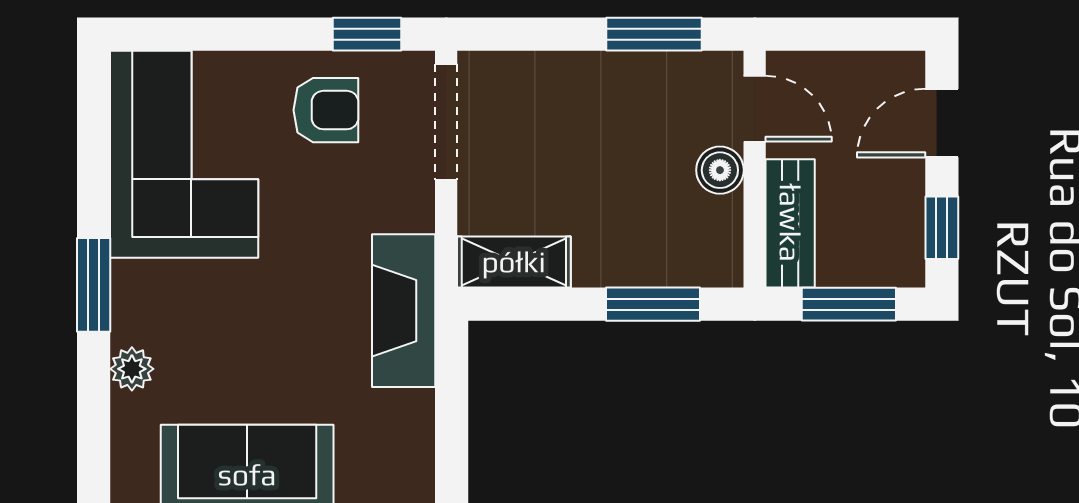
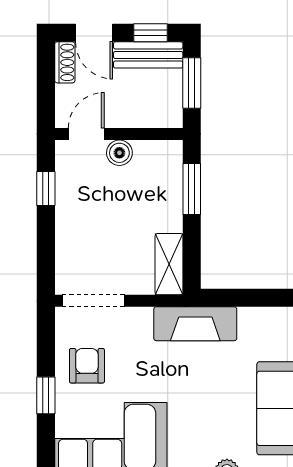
window: (367, 34) -> (46, 395), moved
window: (654, 34) -> (46, 188), width x0.67
shoe rack: (887, 69) -> (65, 62), added
bench: (790, 223) -> (148, 55), moved

